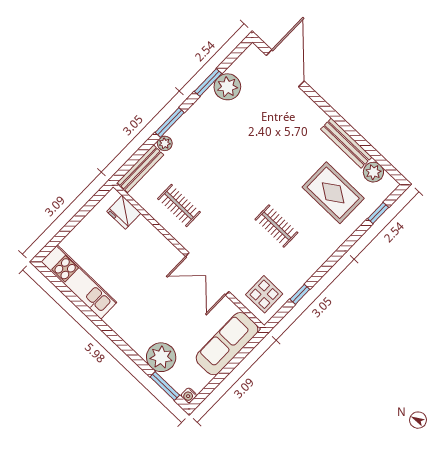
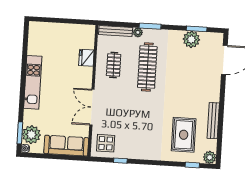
window: (208, 83) -> (197, 29), moved
plant: (373, 172) -> (210, 157), moved
fridge: (124, 212) -> (86, 58), moved
clothes rail: (276, 226) -> (147, 67), moved, width x1.86, depth x1.31
kitchen unit: (79, 282) -> (33, 82), moved
plant: (161, 357) -> (31, 135), moved

